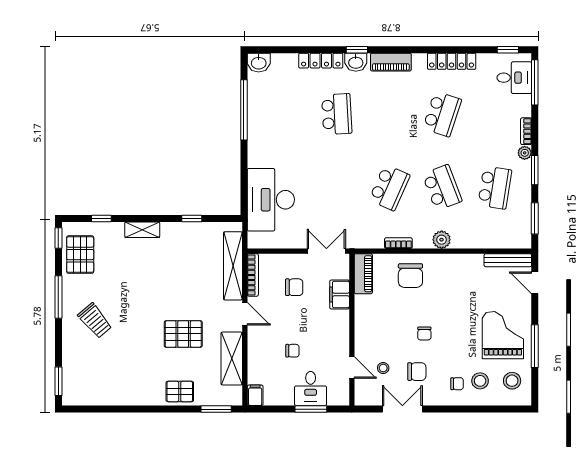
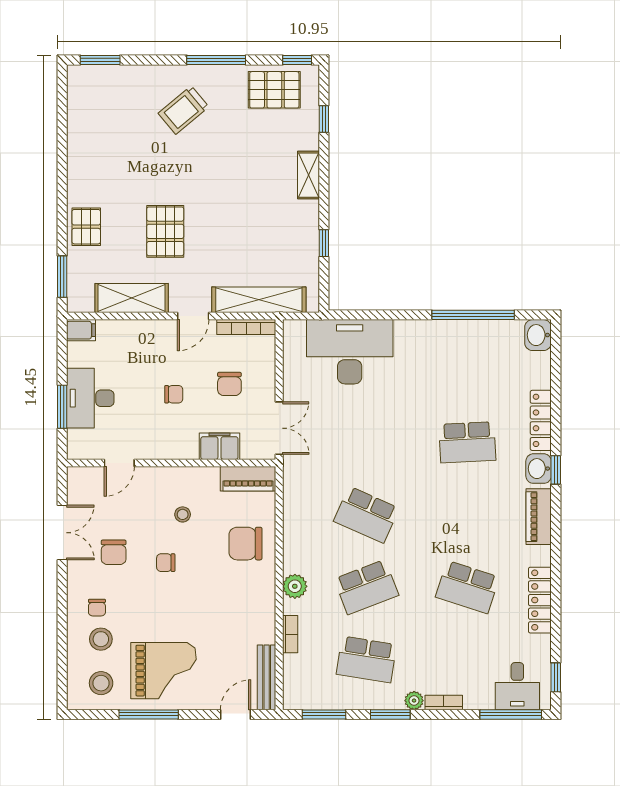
bookcase: (398, 243) -> (290, 634), moved
chair: (292, 351) -> (174, 394), moved, turned -90
stool: (383, 368) -> (183, 514), moved
desk: (311, 389) -> (90, 398), width x1.37

